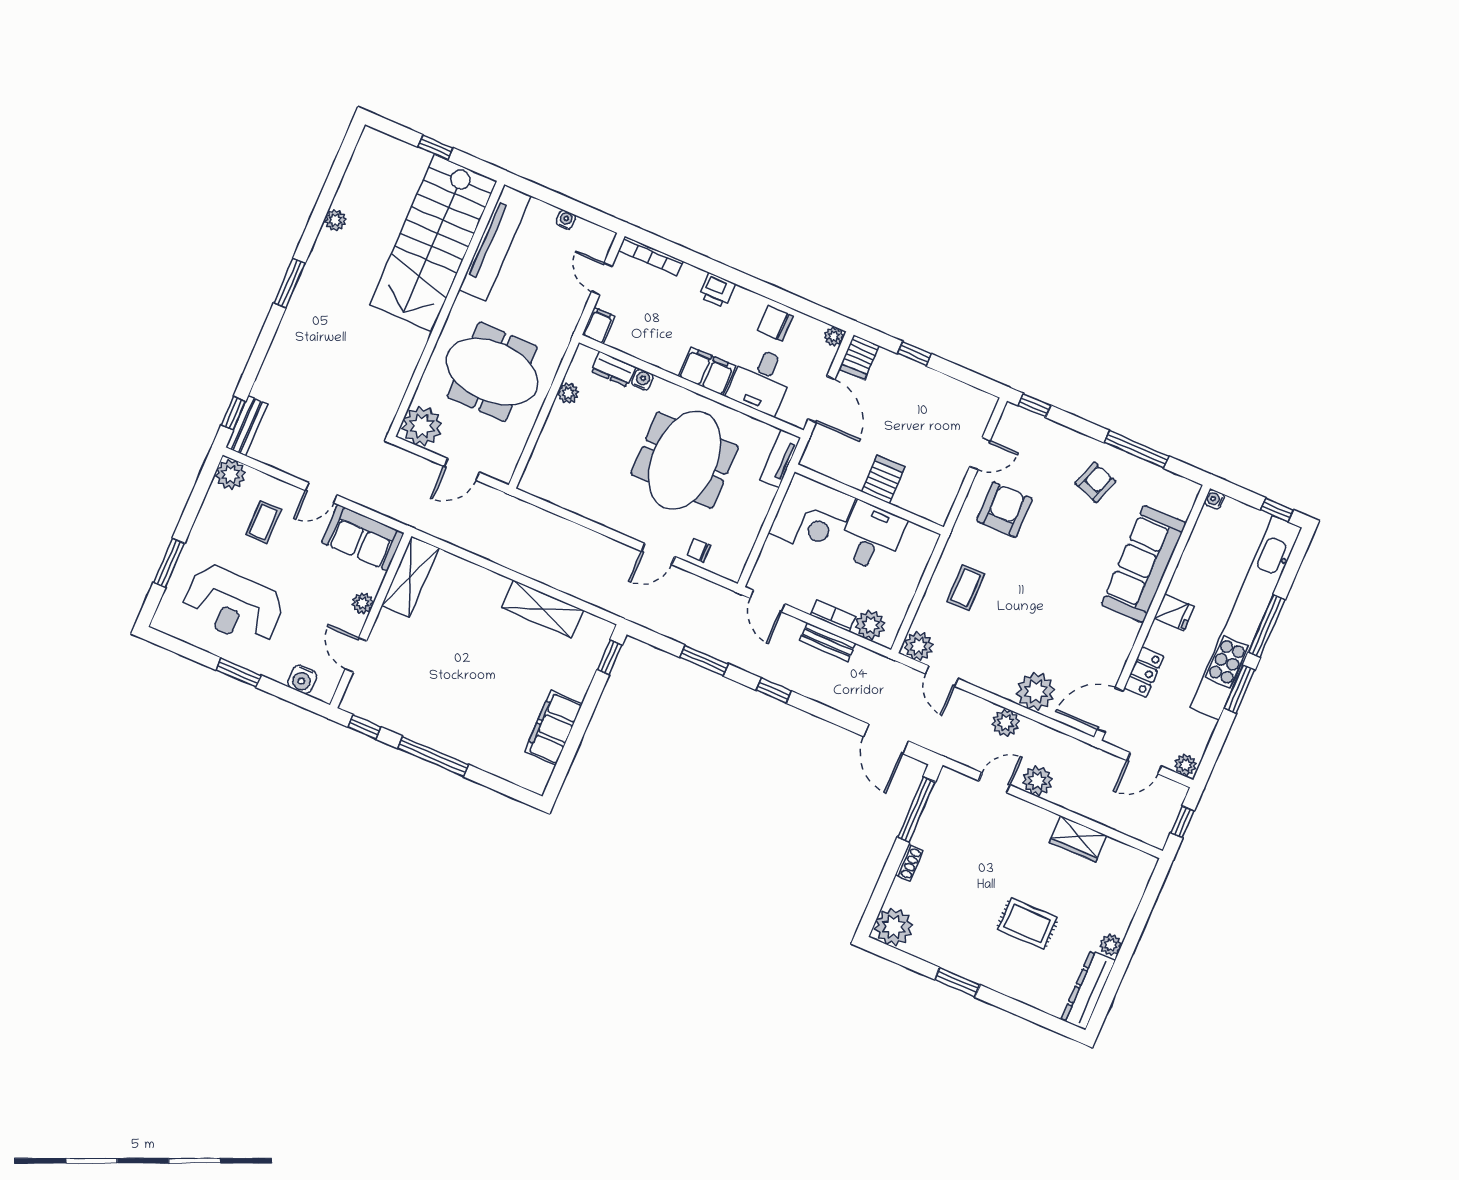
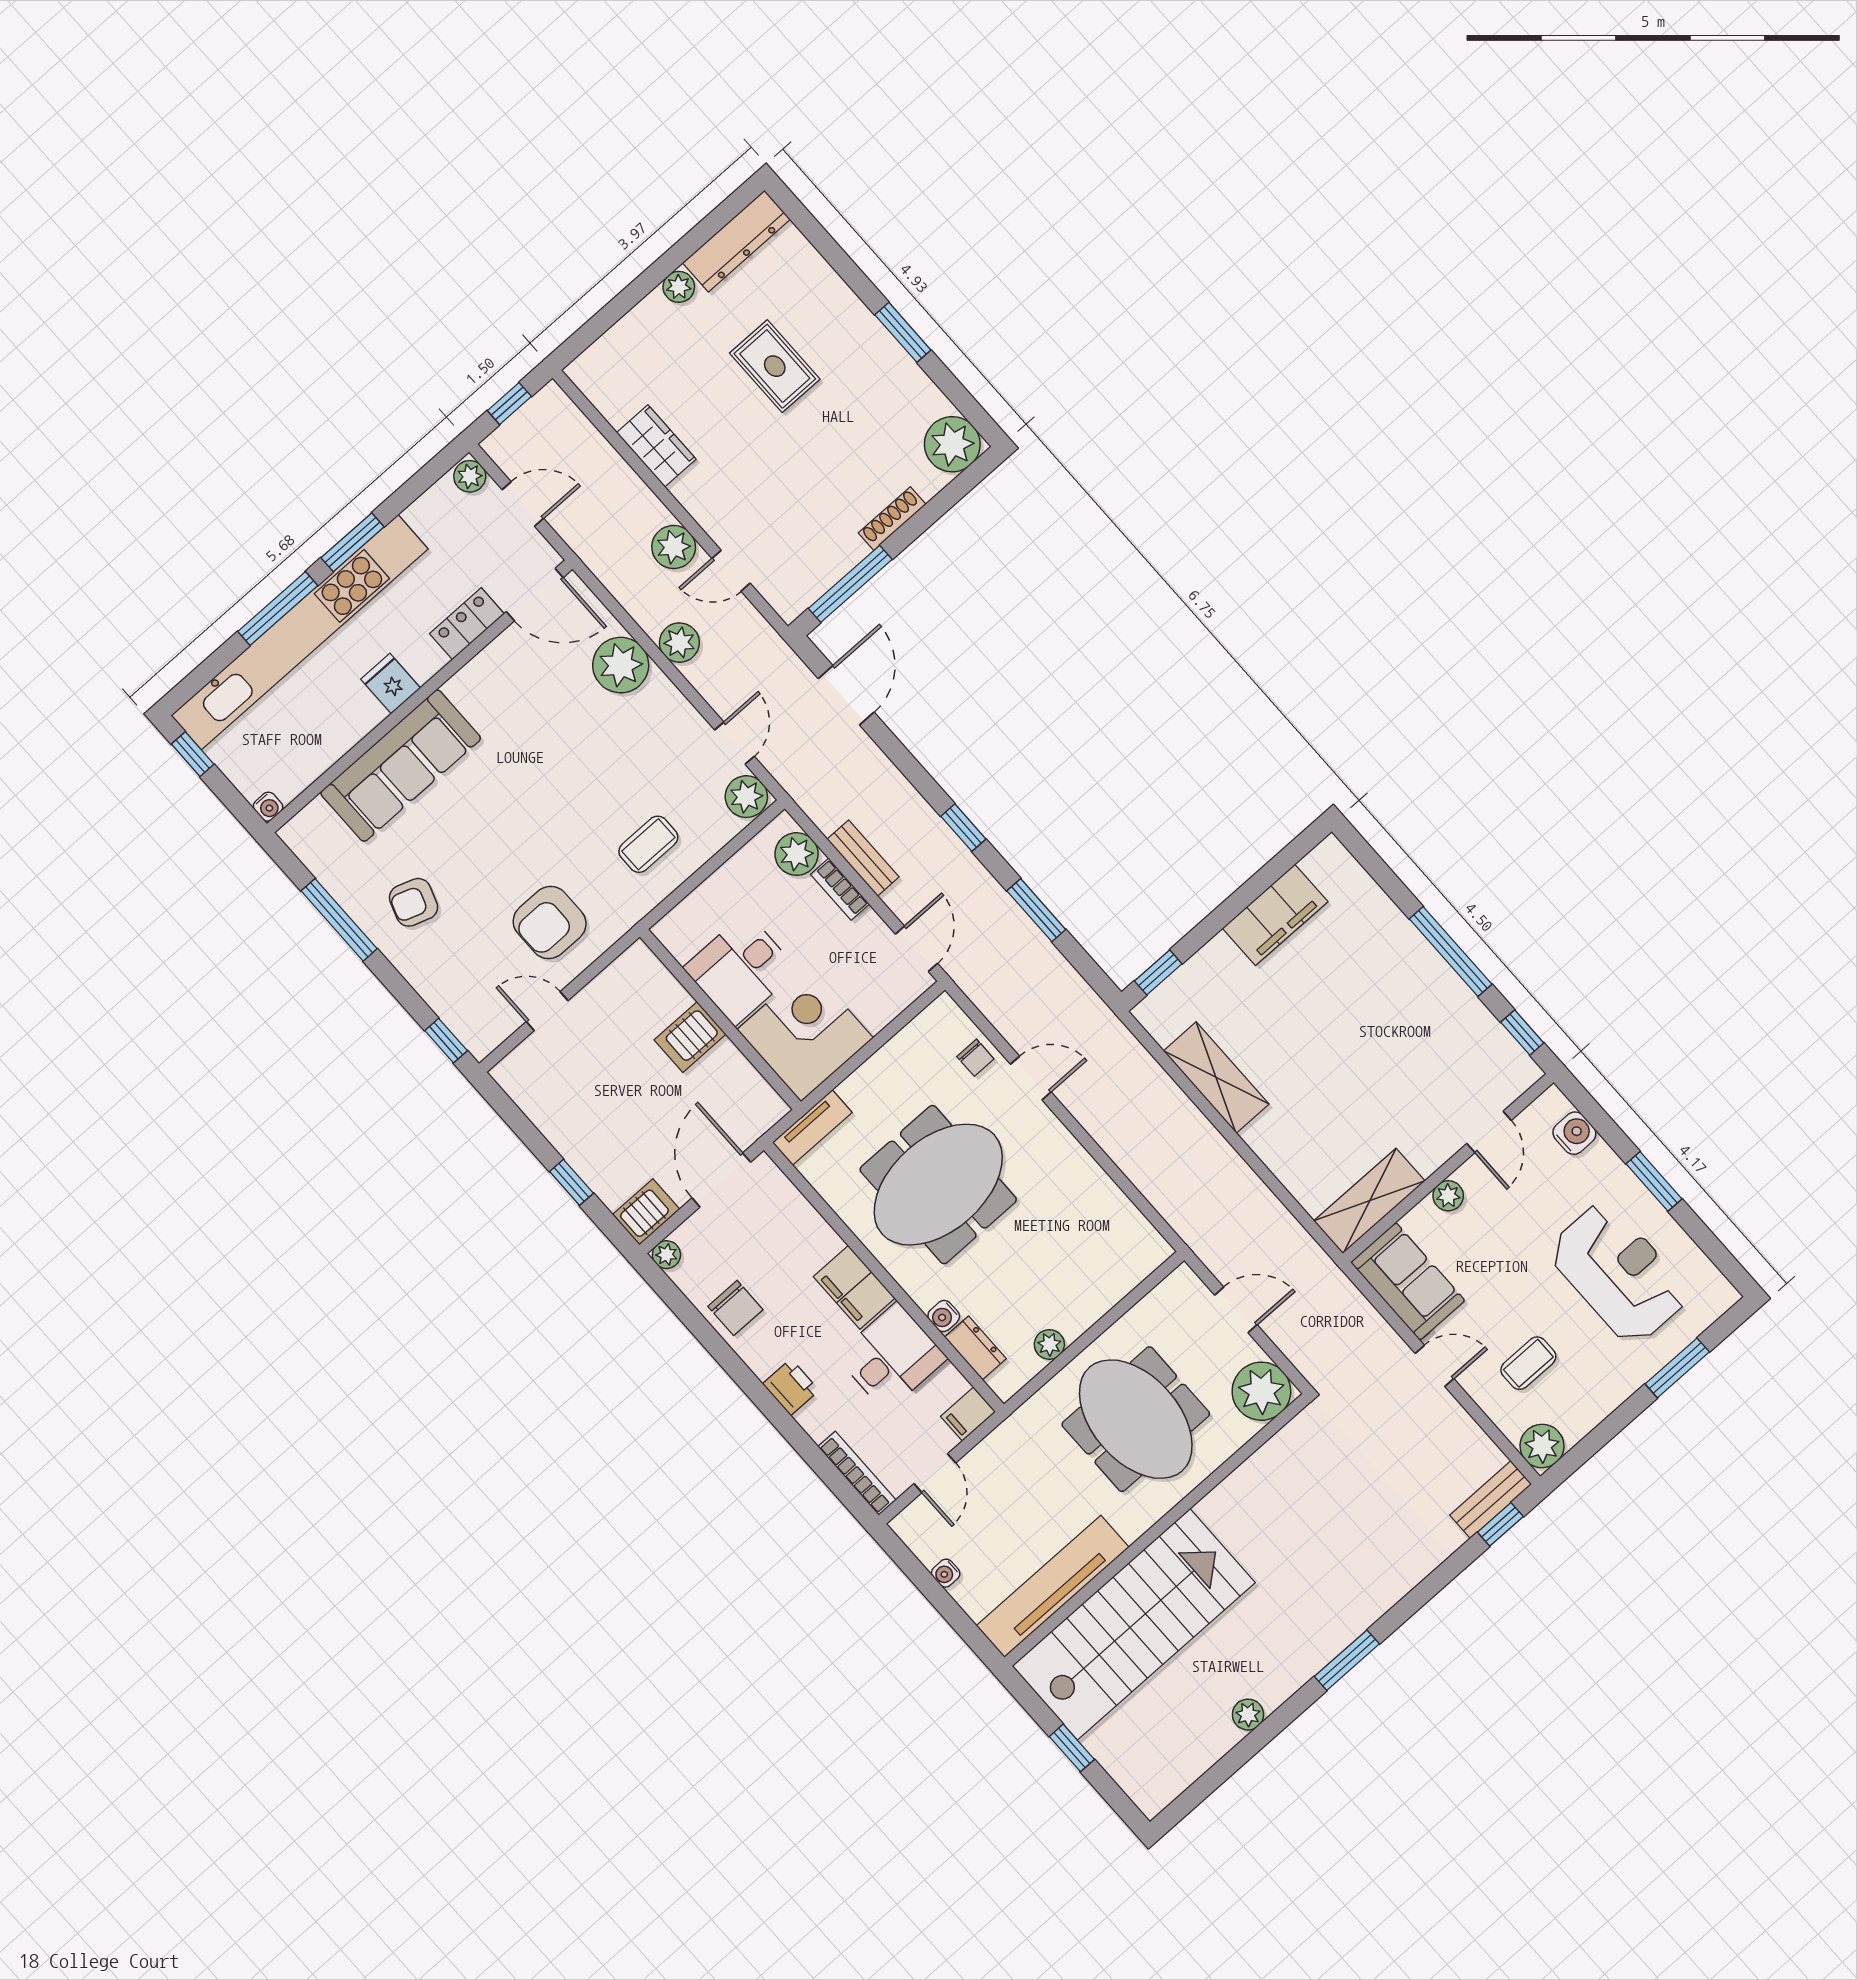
desk: (761, 381) -> (891, 1357), moved
shoe rack: (909, 863) -> (892, 519), width x1.43

